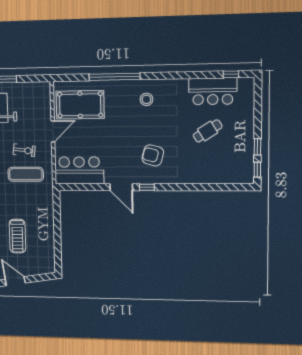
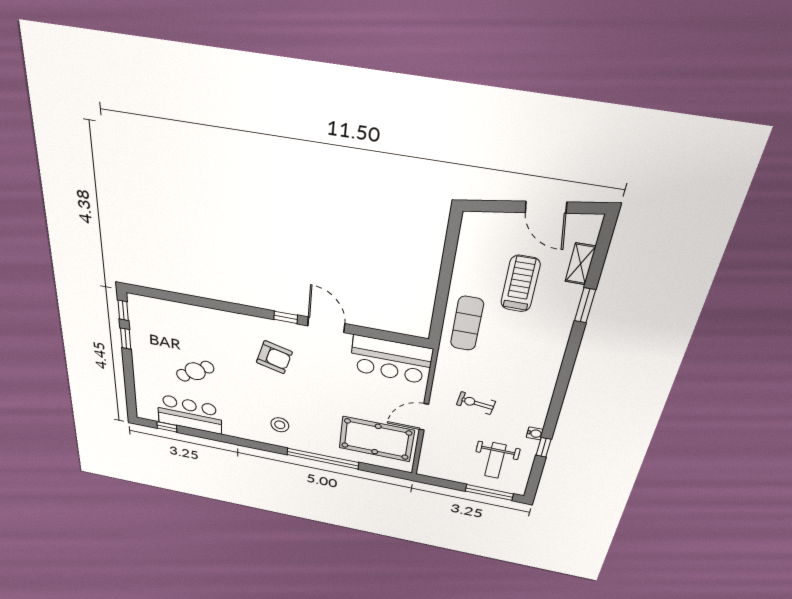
exercise mat: (26, 174) -> (467, 323), moved, turned 90

